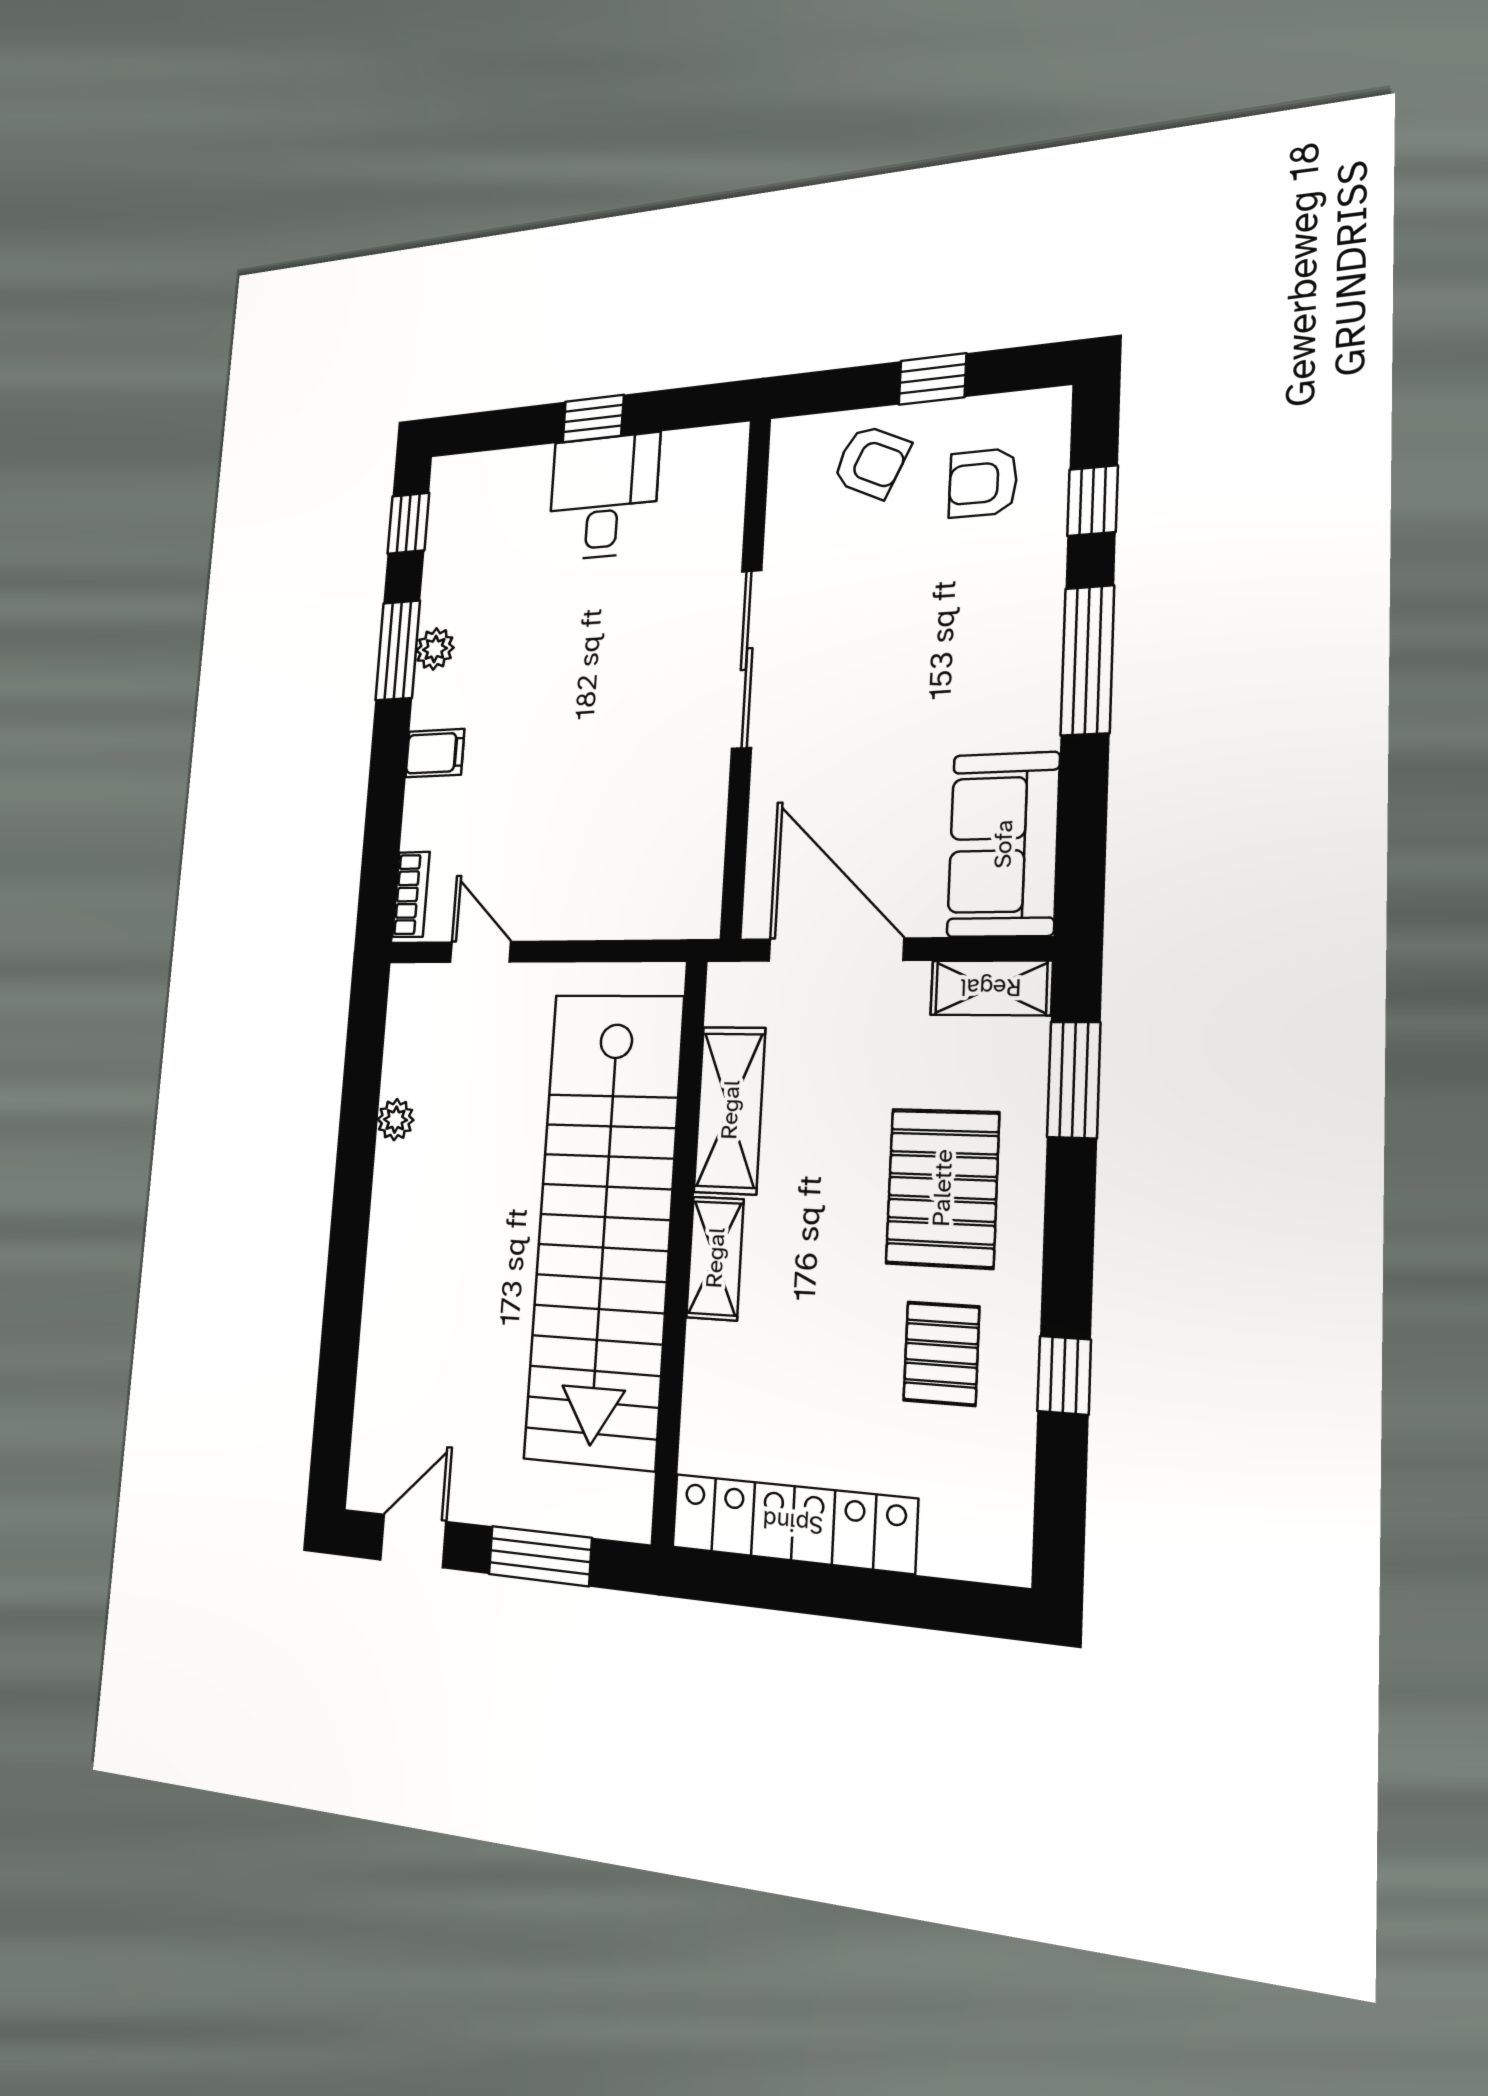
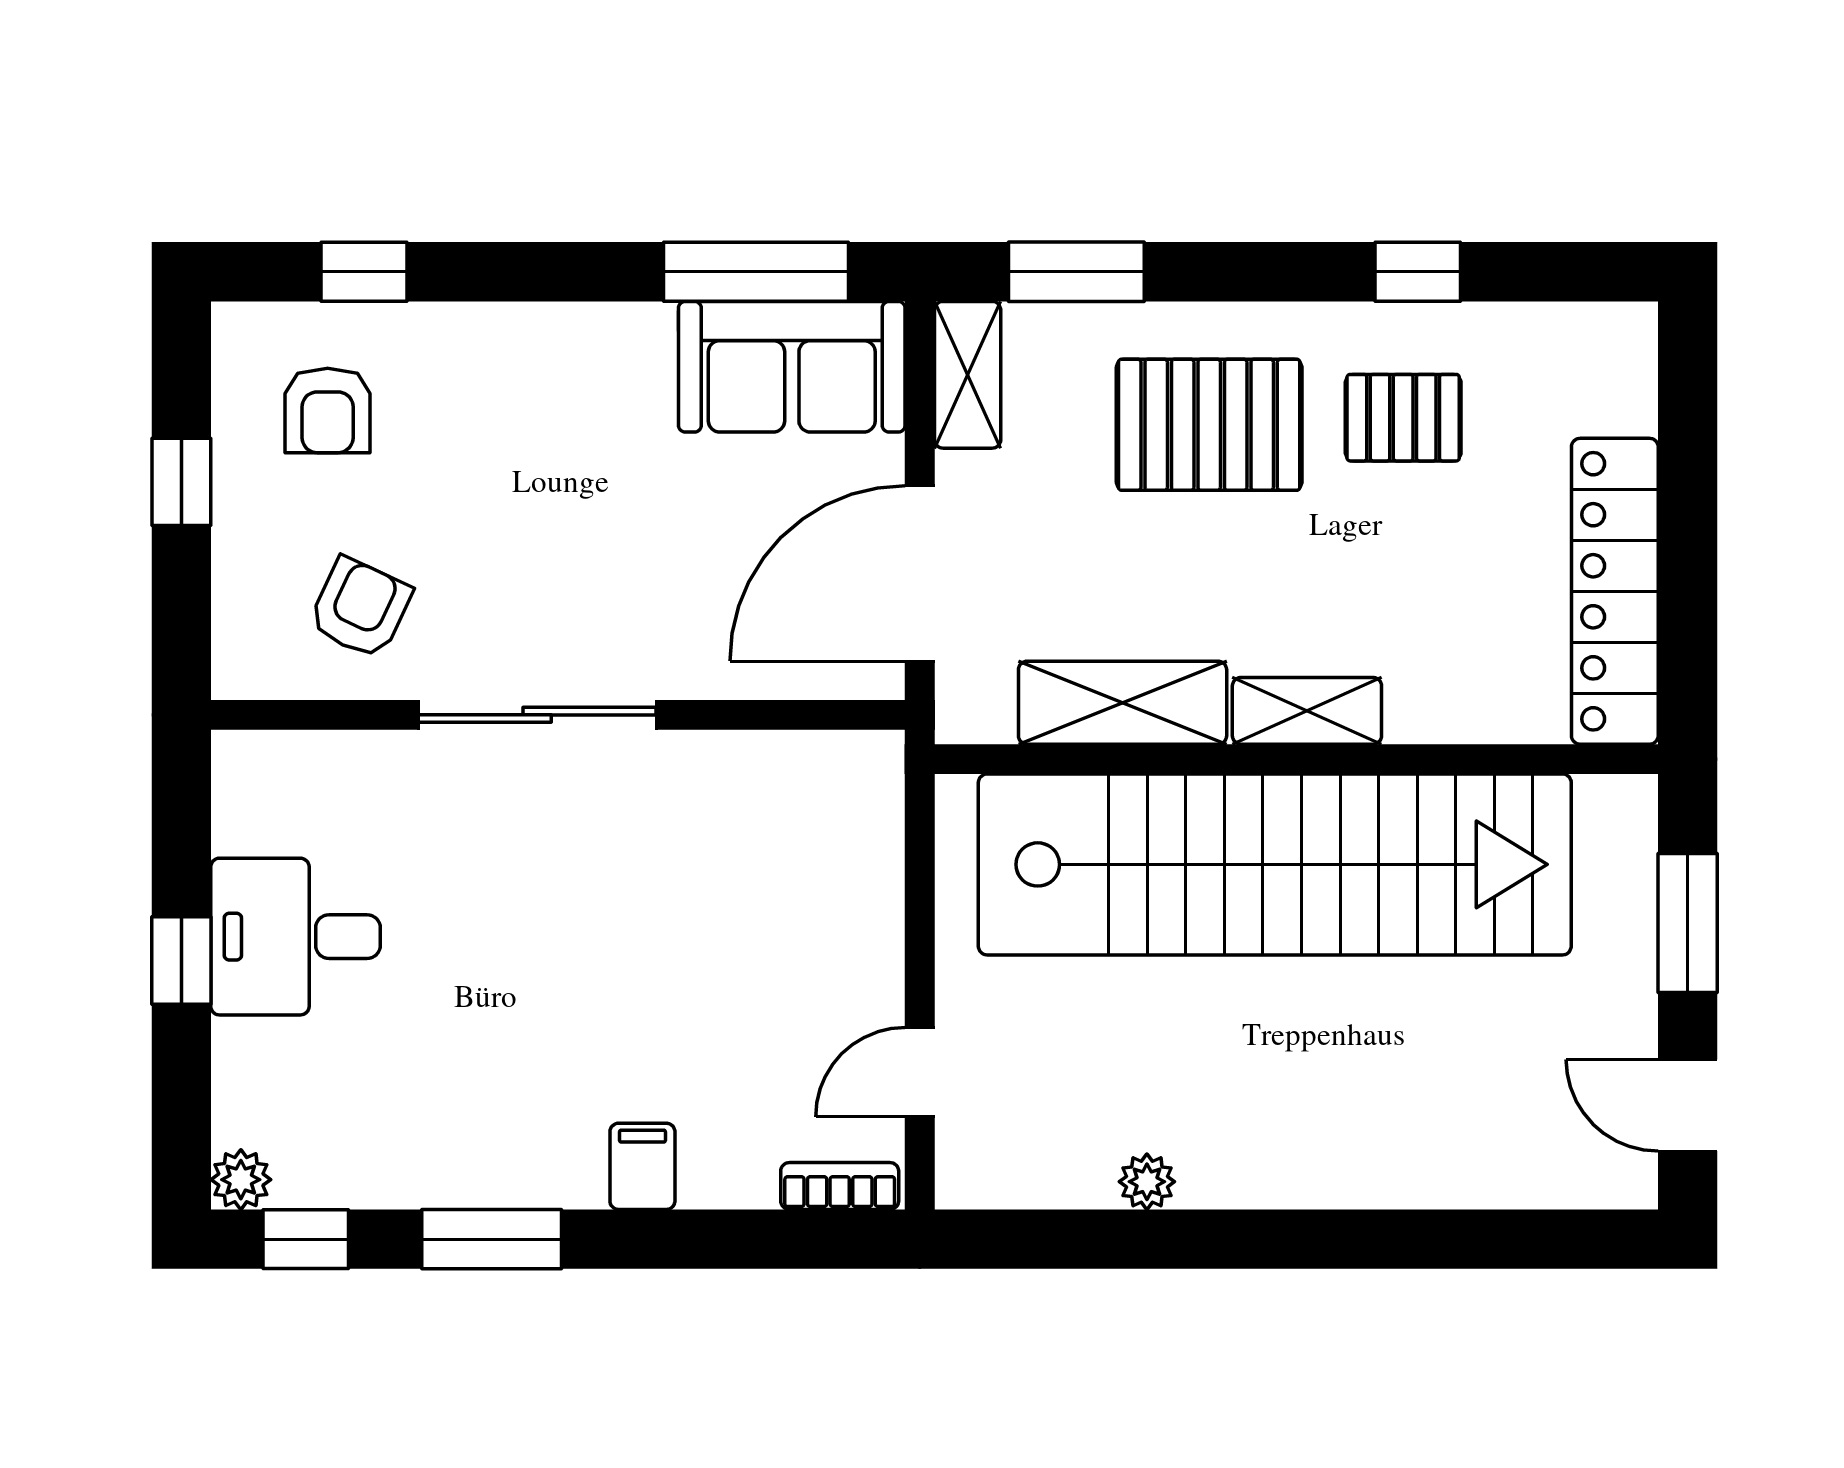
armchair: (871, 462) -> (360, 608), moved
plant: (435, 649) -> (241, 1180), moved
window: (1087, 660) -> (756, 272), moved

